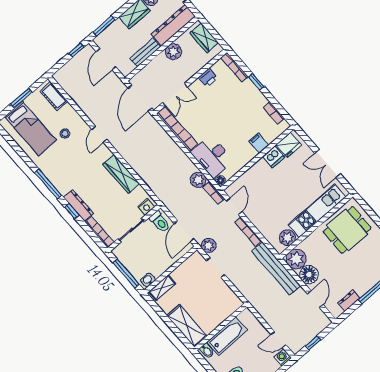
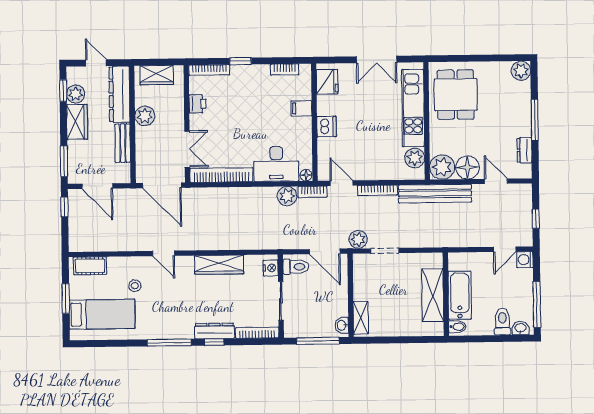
dishwasher: (273, 157) -> (327, 127), moved
shelving: (187, 326) -> (433, 295), moved, turned 90

